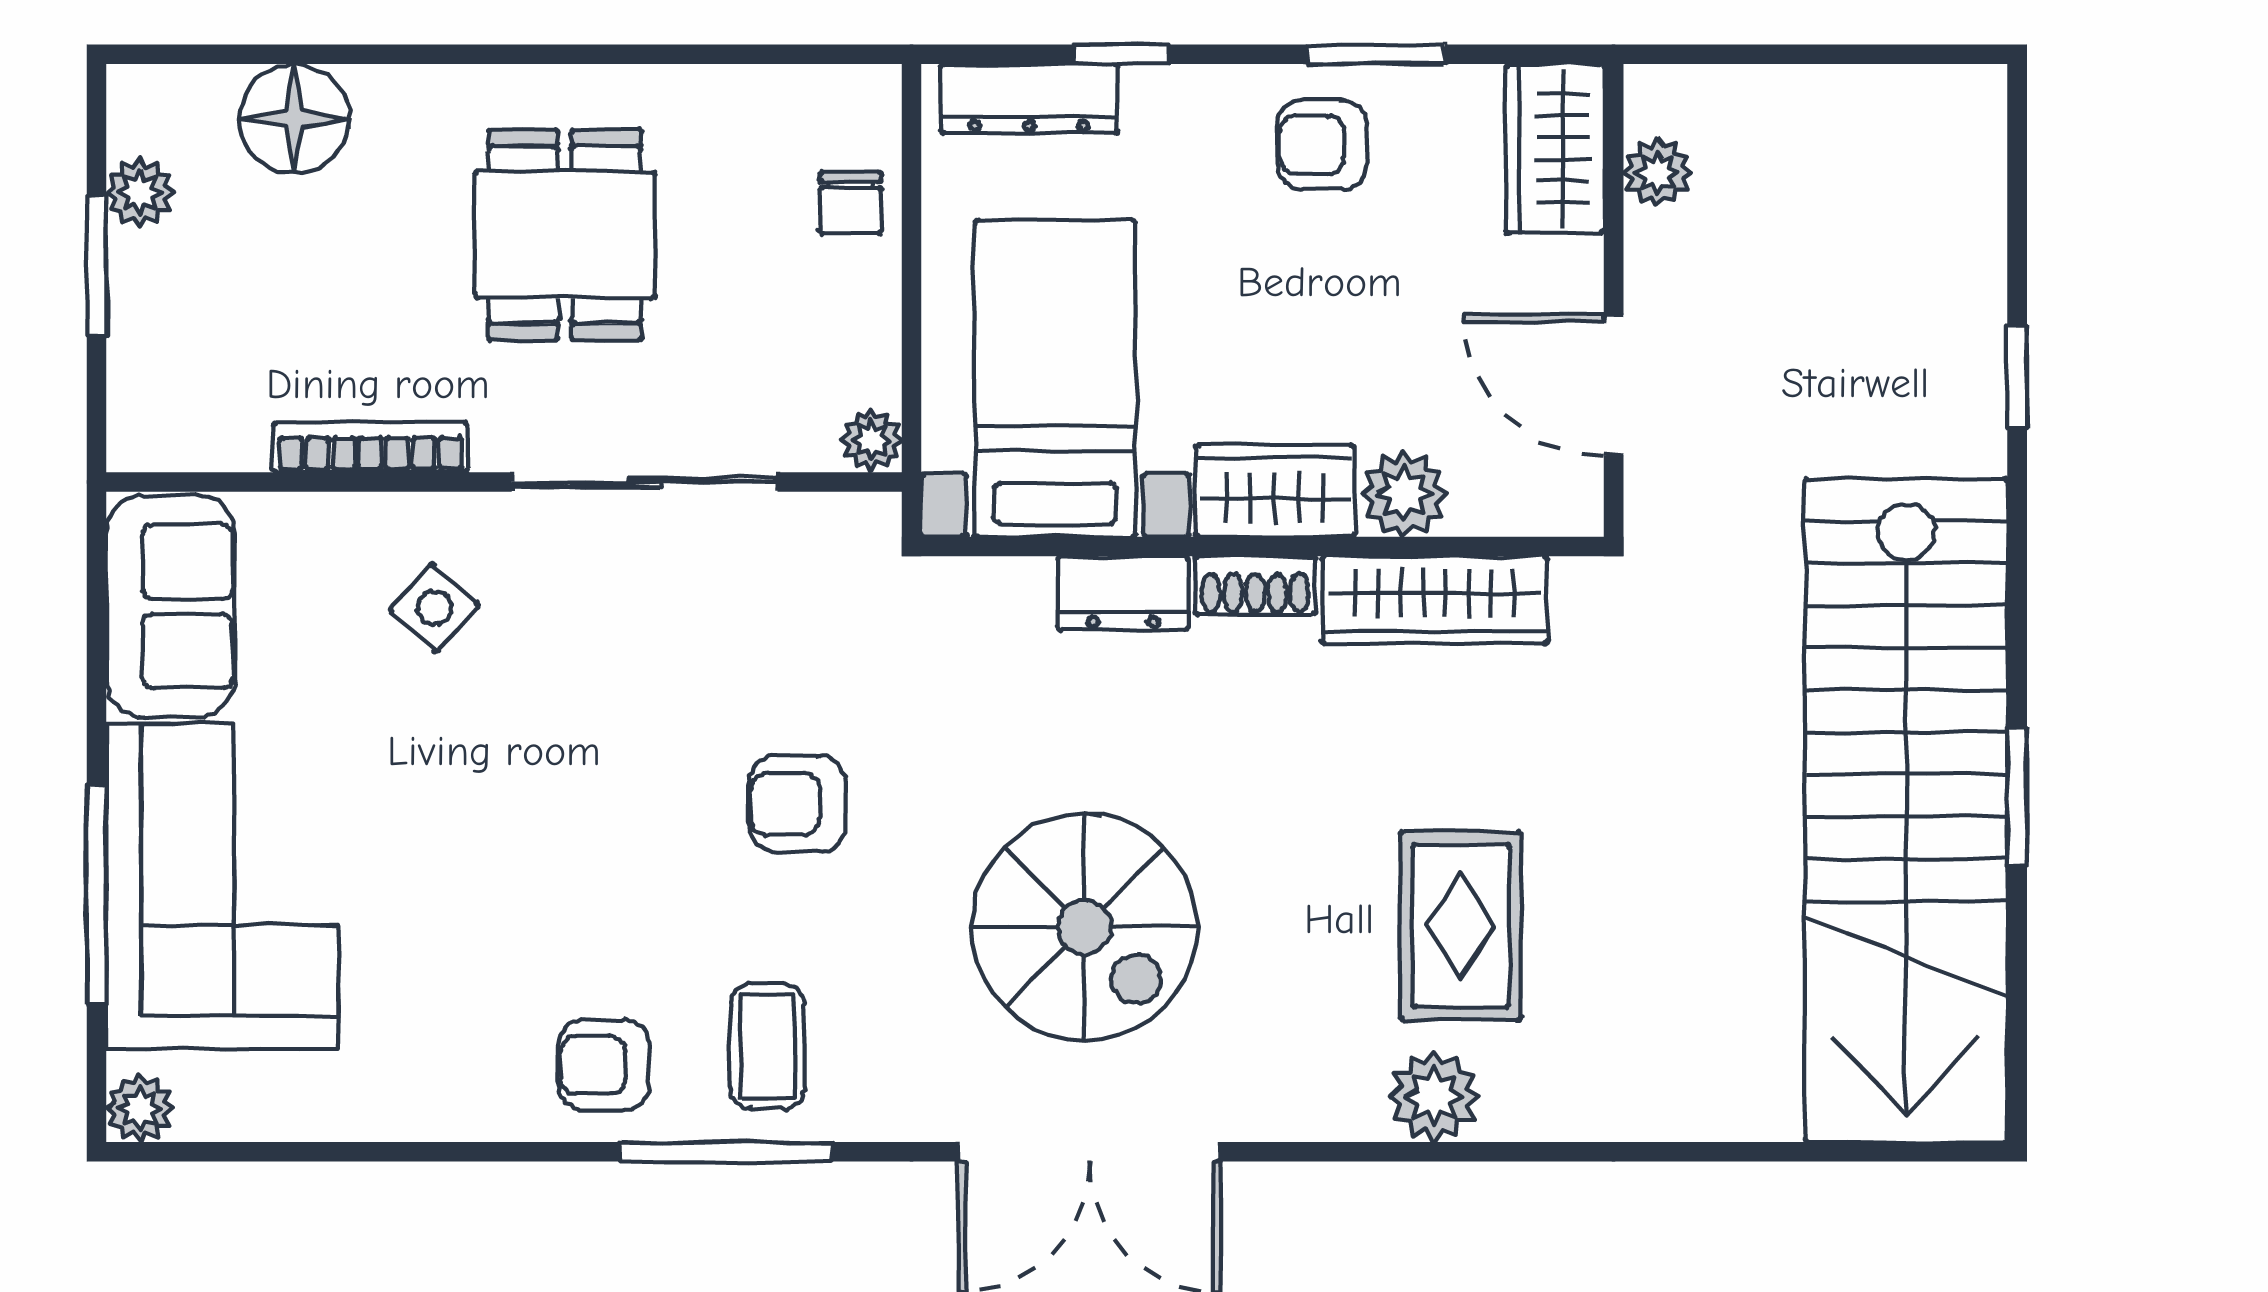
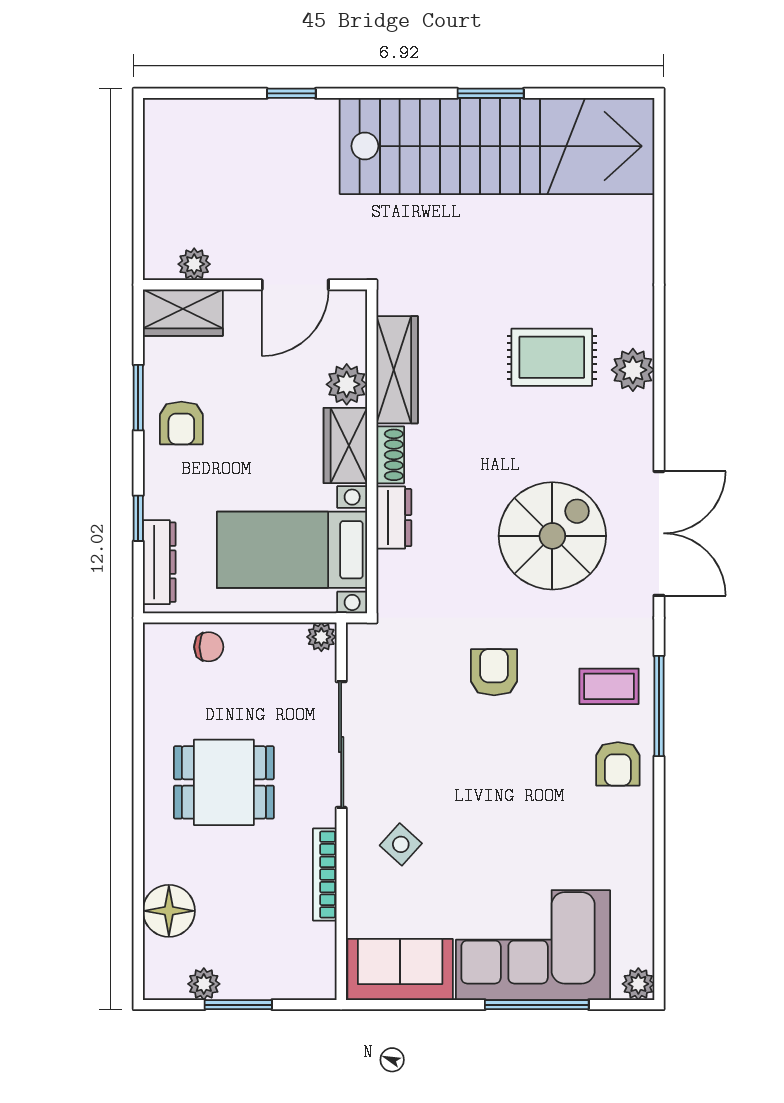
armchair: (797, 804) -> (494, 672), turned 180

